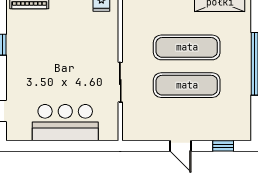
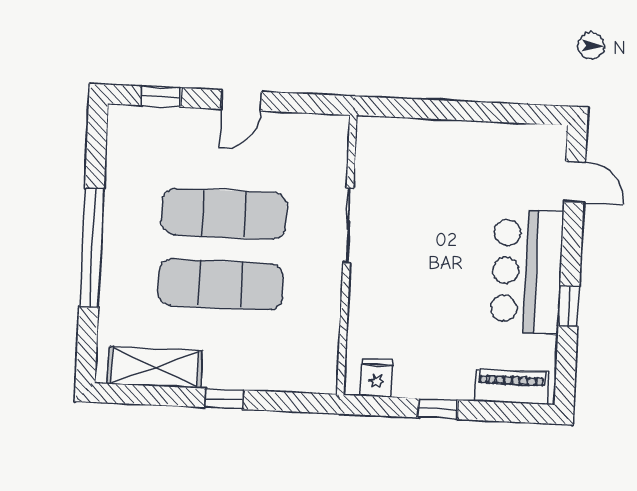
bar counter: (65, 123) -> (527, 271), moved, turned 90
door: (180, 146) -> (241, 100), swing flipped

